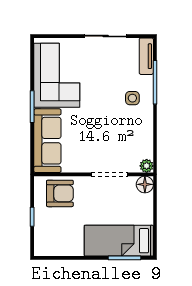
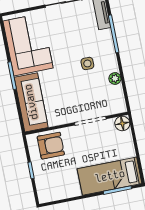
side table: (132, 98) -> (87, 63), moved
plant: (147, 166) -> (115, 78), moved

